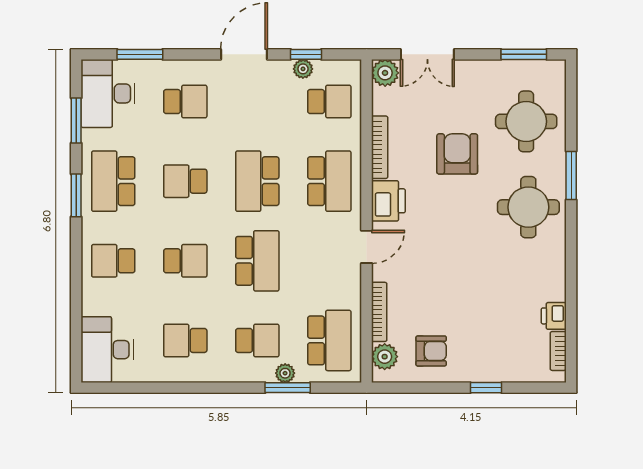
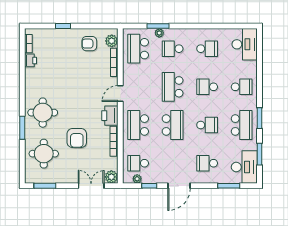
plant: (303, 69) -> (137, 179), moved

